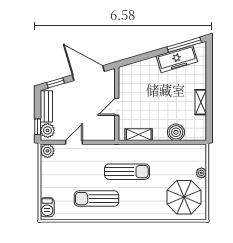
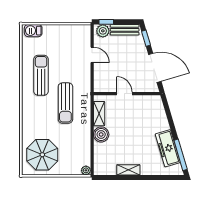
door: (88, 73) -> (155, 68), hinge flipped
boiler: (176, 132) -> (101, 134), moved
plant: (47, 151) -> (84, 31), removed
plant: (201, 173) -> (86, 170), moved

